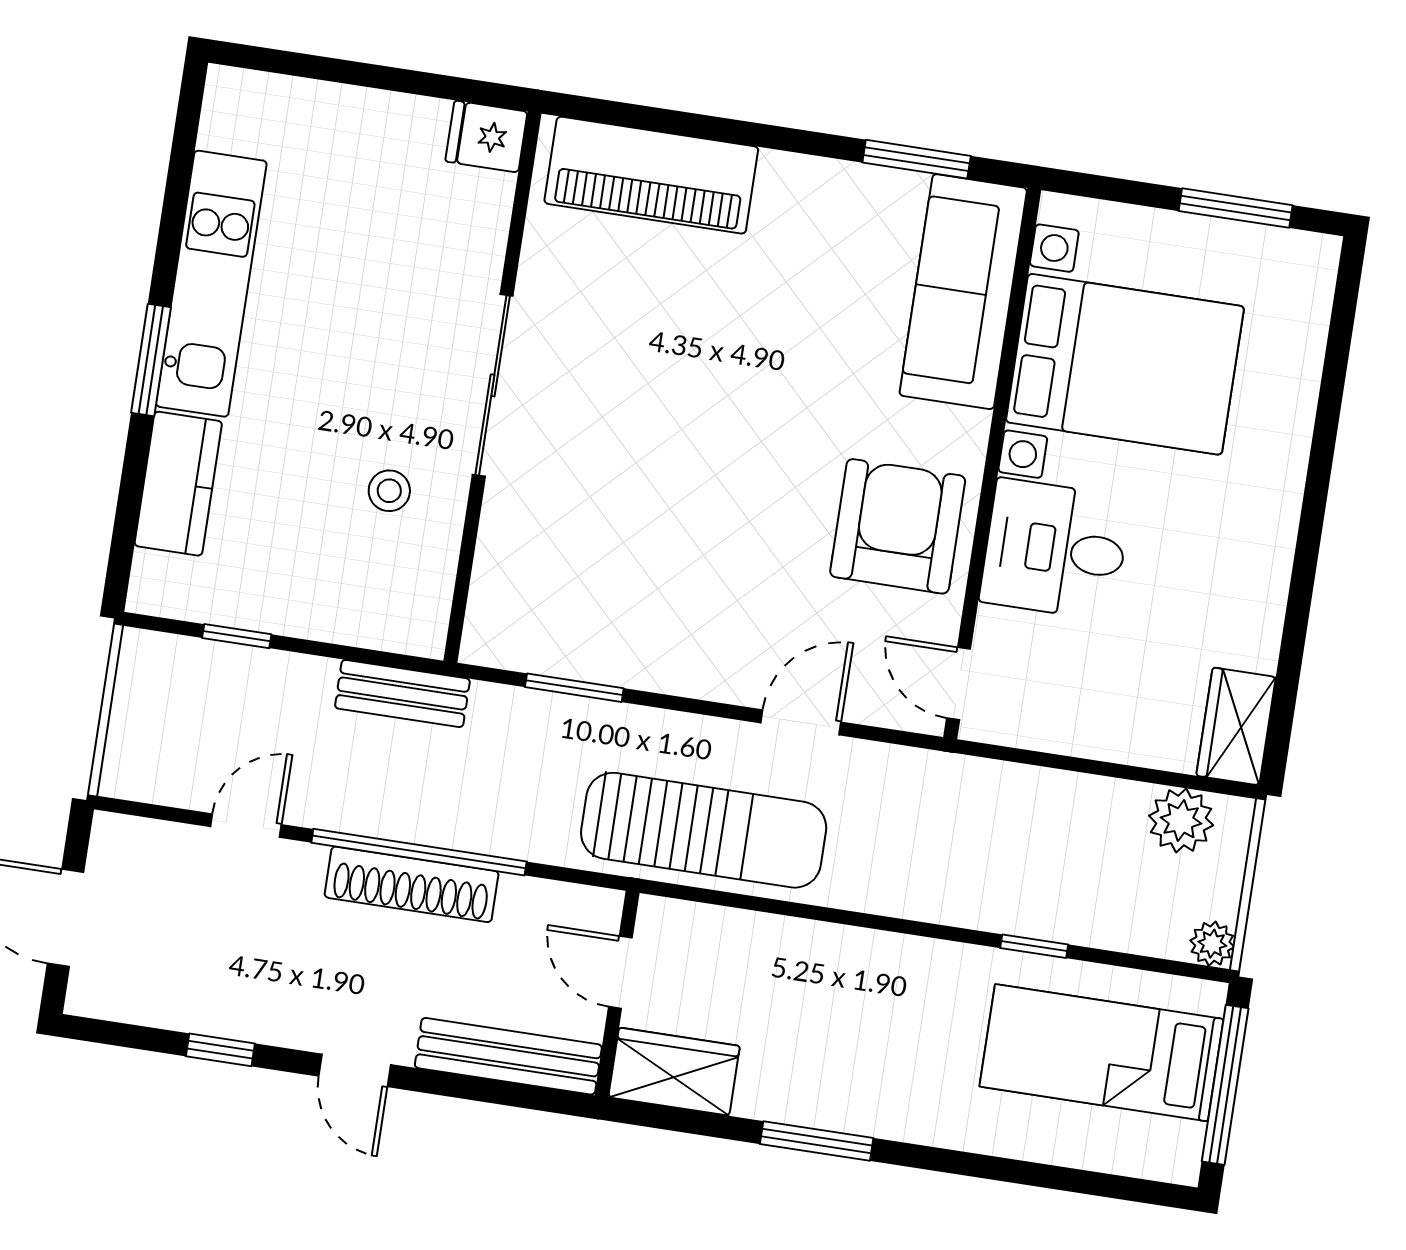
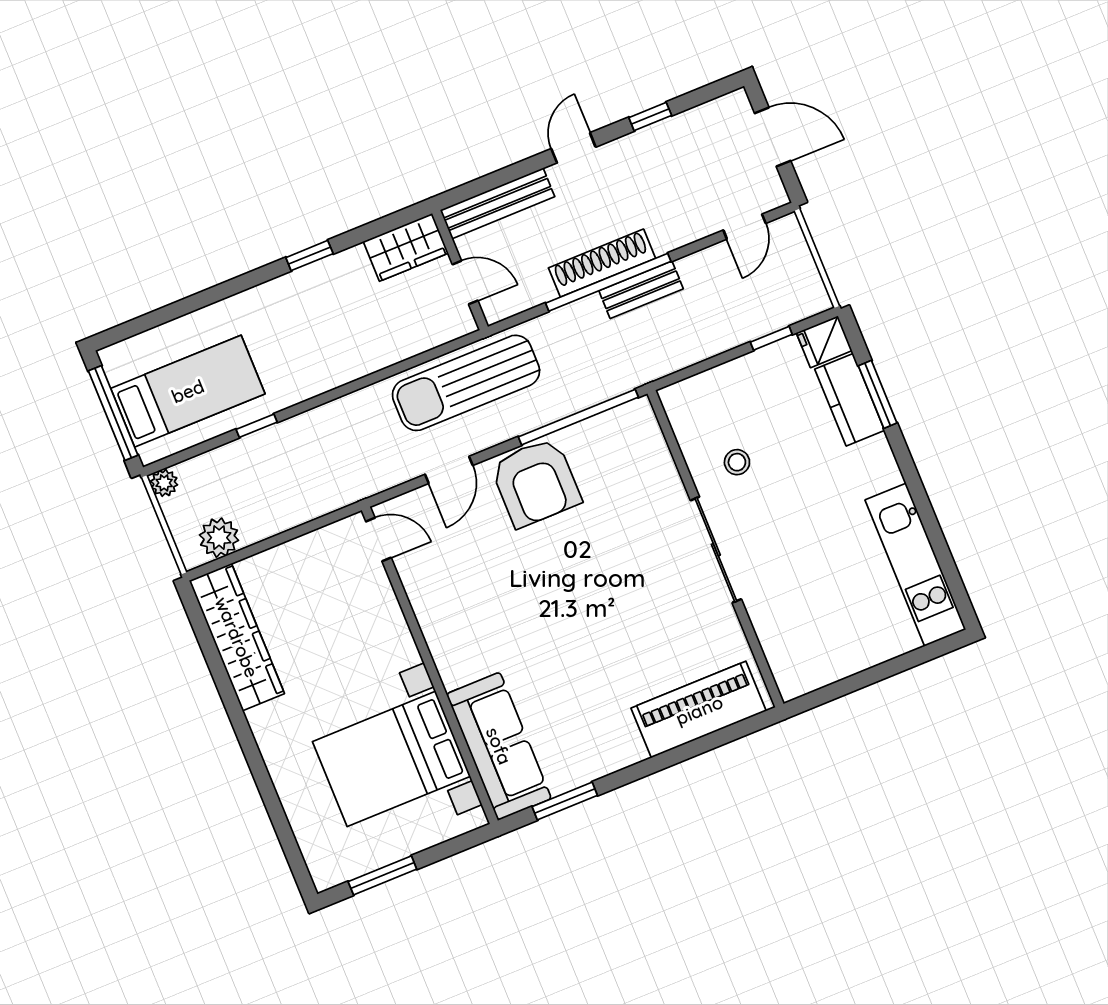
fridge: (486, 137) -> (824, 342), moved, turned 180
kitchen unit: (211, 284) -> (915, 565), moved
window: (151, 360) -> (878, 394), moved
armchair: (898, 526) -> (536, 482), moved
desk: (1055, 549) -> (370, 640), removed
window: (574, 688) -> (578, 417), width x2.11
bench: (402, 693) -> (641, 290), moved
wardrobe: (1236, 726) -> (237, 637), width x2.10, depth x1.17
door: (246, 826) -> (744, 227), moved
door: (355, 1070) -> (573, 148), hinge flipped
window: (817, 1141) -> (309, 256), width x0.67

